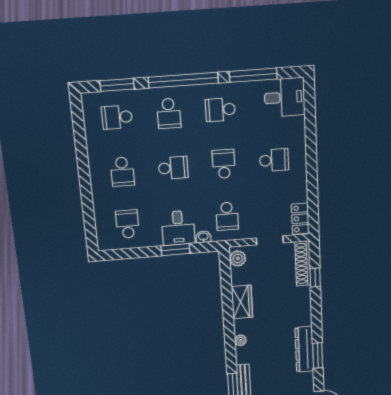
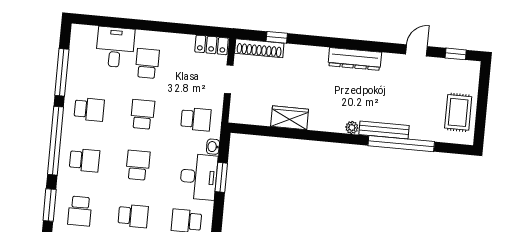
desk: (285, 97) -> (115, 47), moved
school desk: (220, 110) -> (89, 109), turned -90
school desk: (224, 164) -> (143, 114), turned 90
desk: (178, 228) -> (199, 177), width x1.37
plant: (238, 258) -> (242, 115), removed
plant: (241, 340) -> (352, 128), moved
window: (318, 355) -> (365, 45), removed

